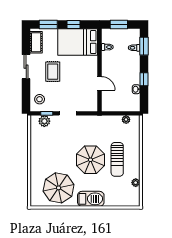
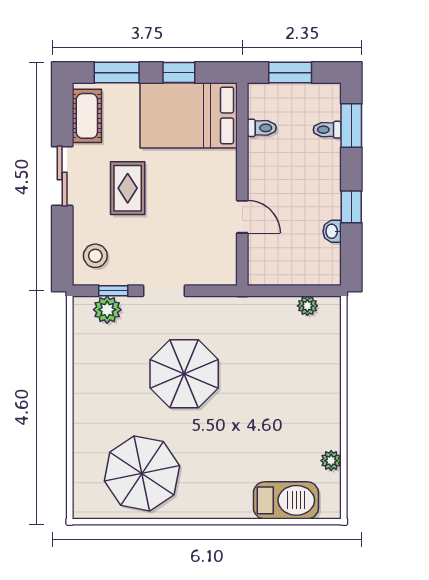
sun lounger: (117, 159) -> (286, 403), removed
parasol: (90, 160) -> (184, 374), moved
barbecue: (91, 199) -> (286, 500), moved

